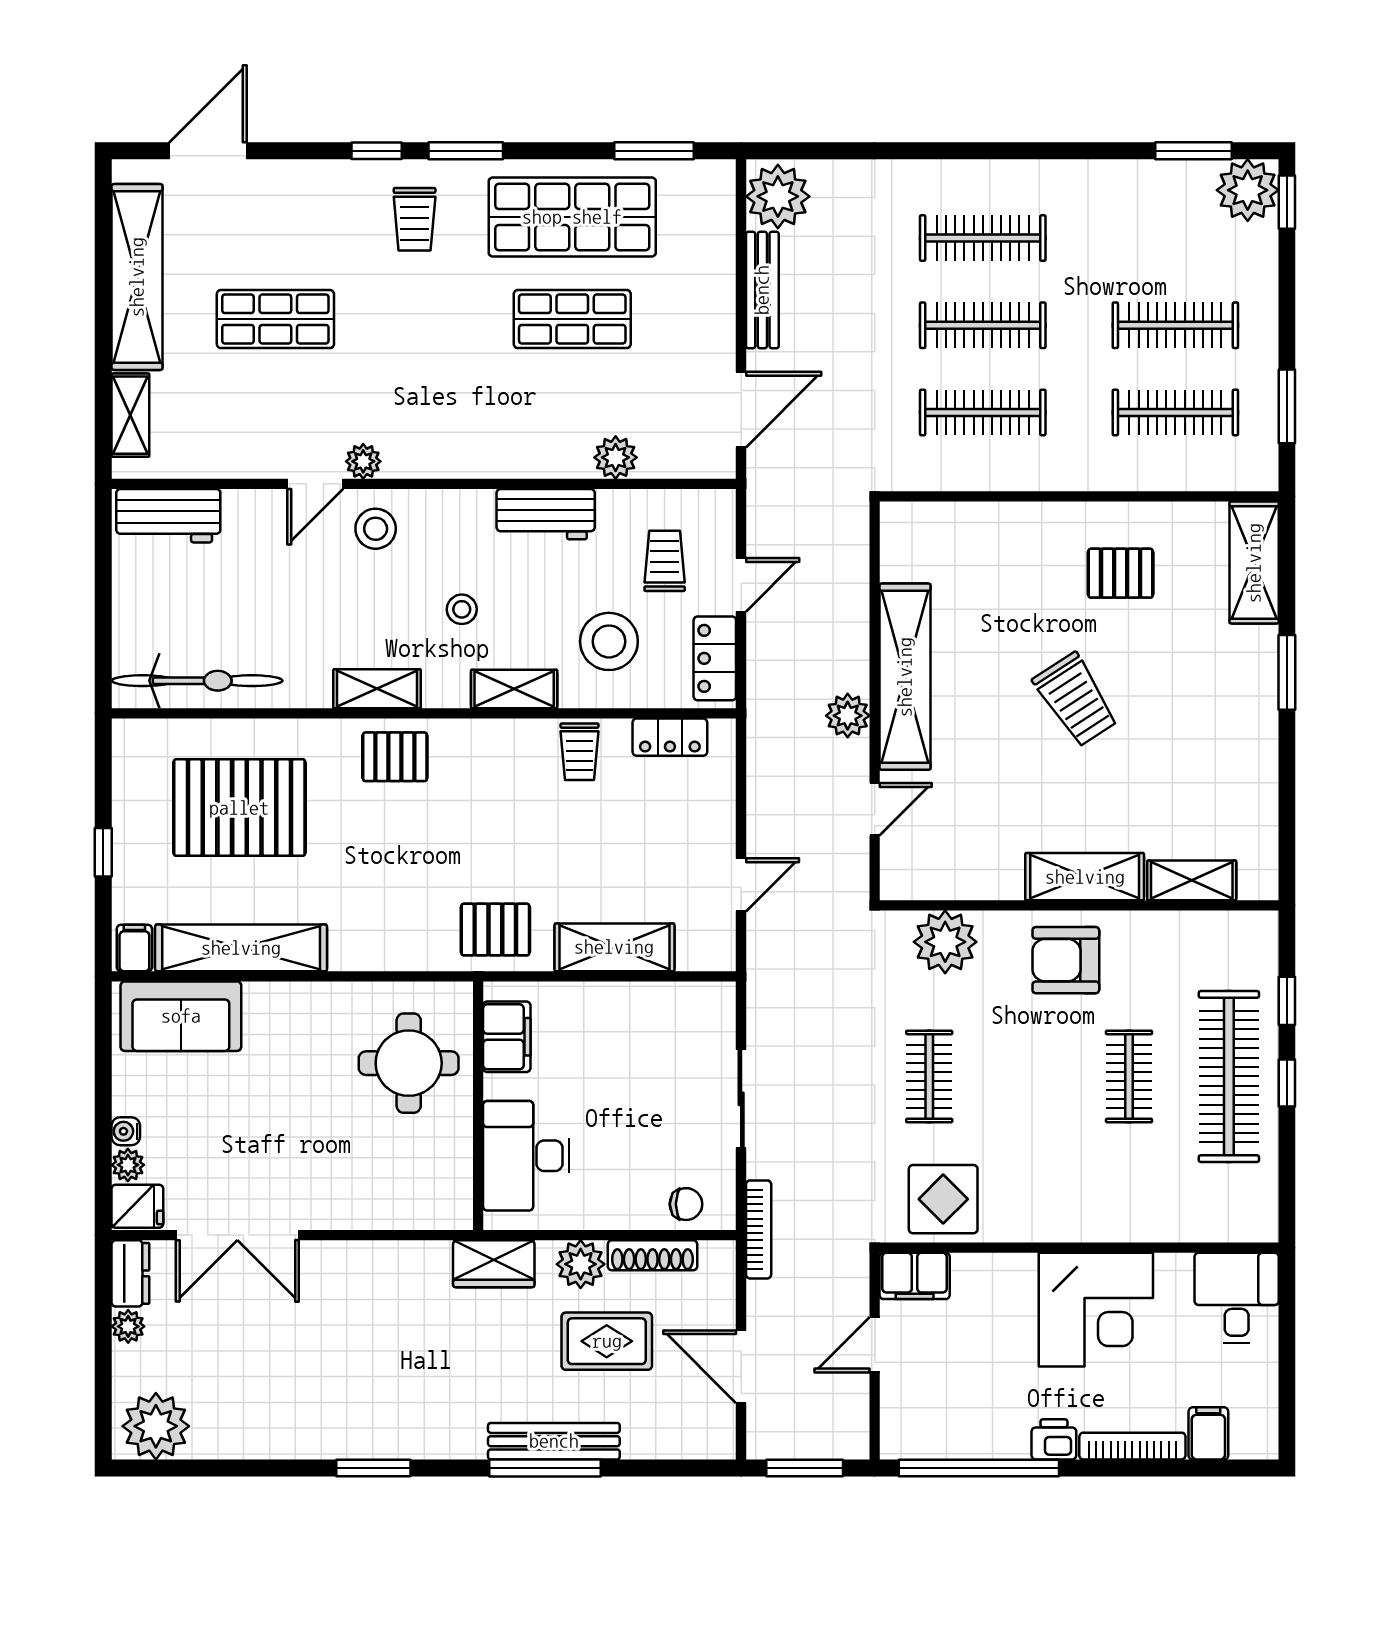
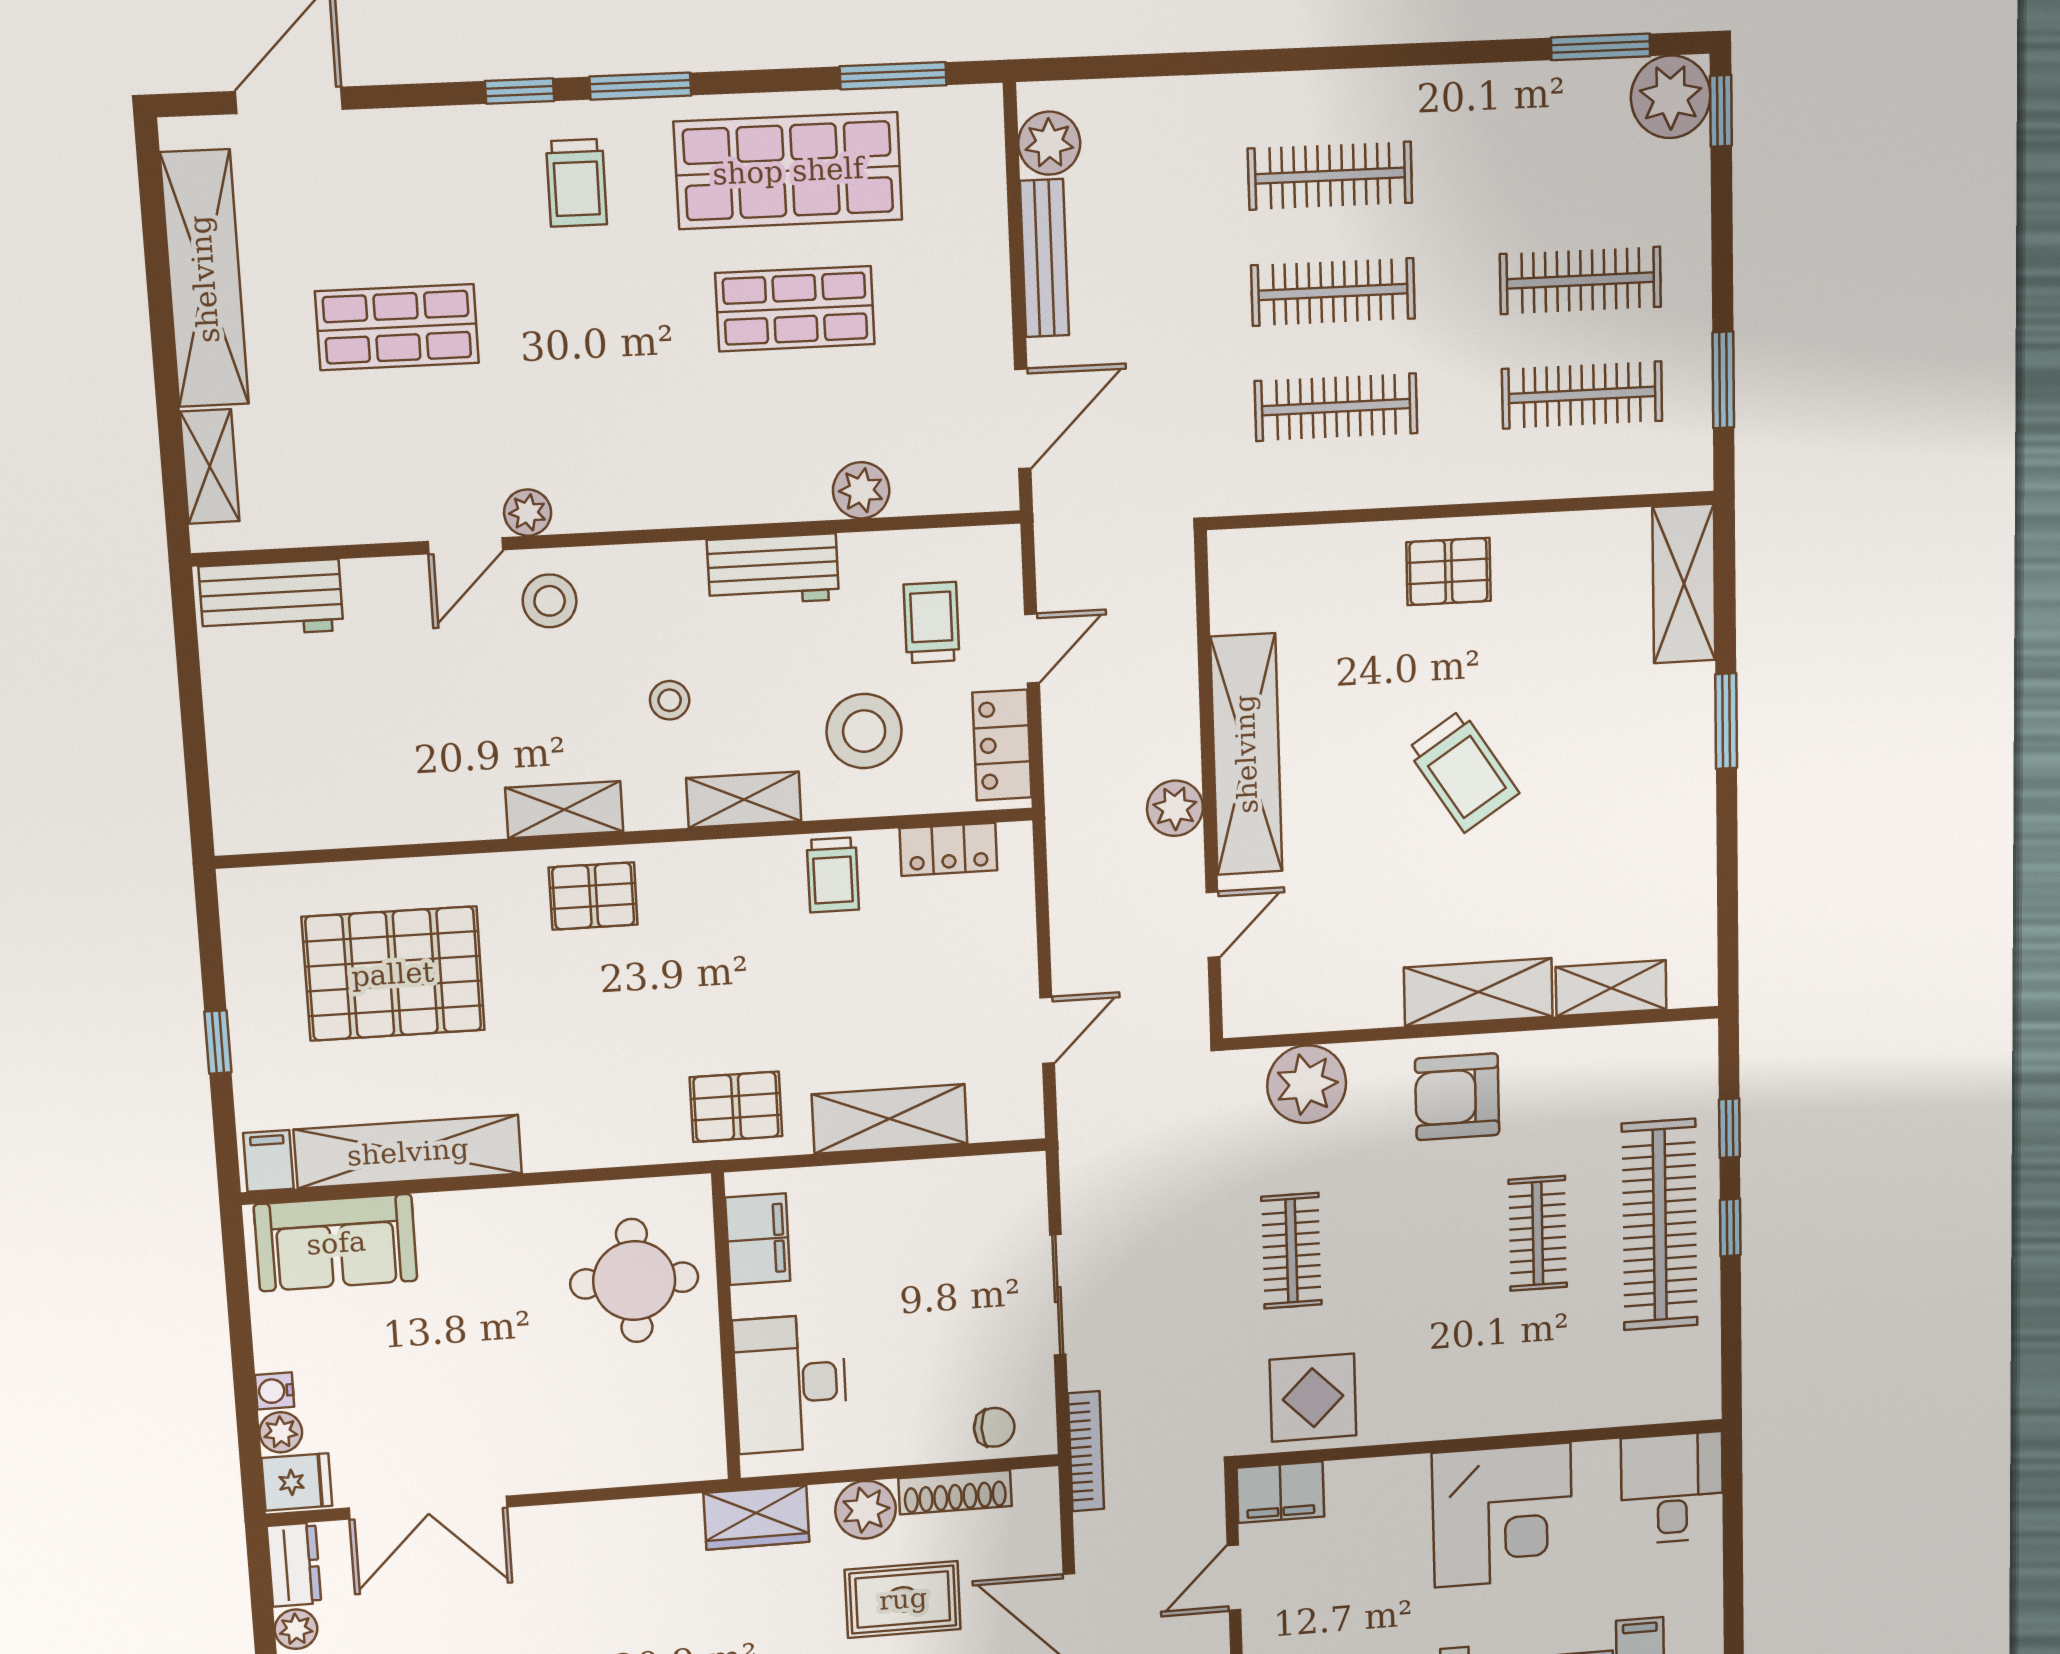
plant: (778, 196) -> (1049, 143), width x0.73, depth x0.73
pallet: (1121, 573) -> (1449, 571), moved
bicycle: (197, 681) -> (326, 813), removed

